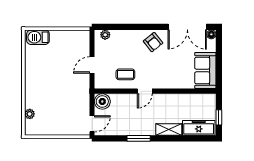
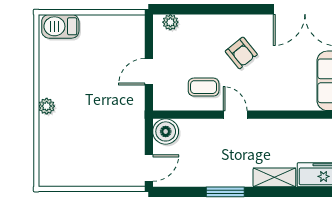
armchair: (153, 42) -> (241, 53), moved
door: (145, 91) -> (235, 115), swing flipped
plant: (30, 114) -> (47, 106), moved

